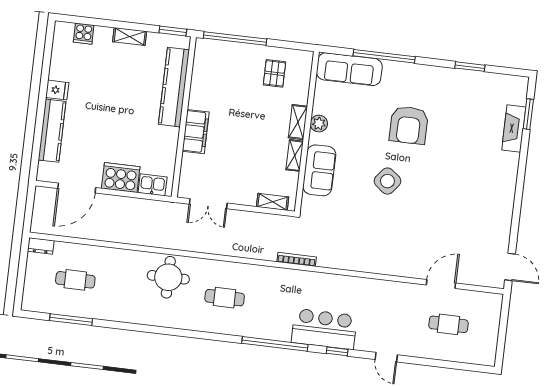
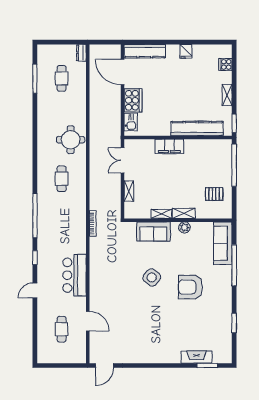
kitchen counter: (52, 131) -> (145, 51), moved
shelving: (273, 202) -> (129, 191), moved
bar counter: (324, 329) -> (74, 275), moved, turned 180

